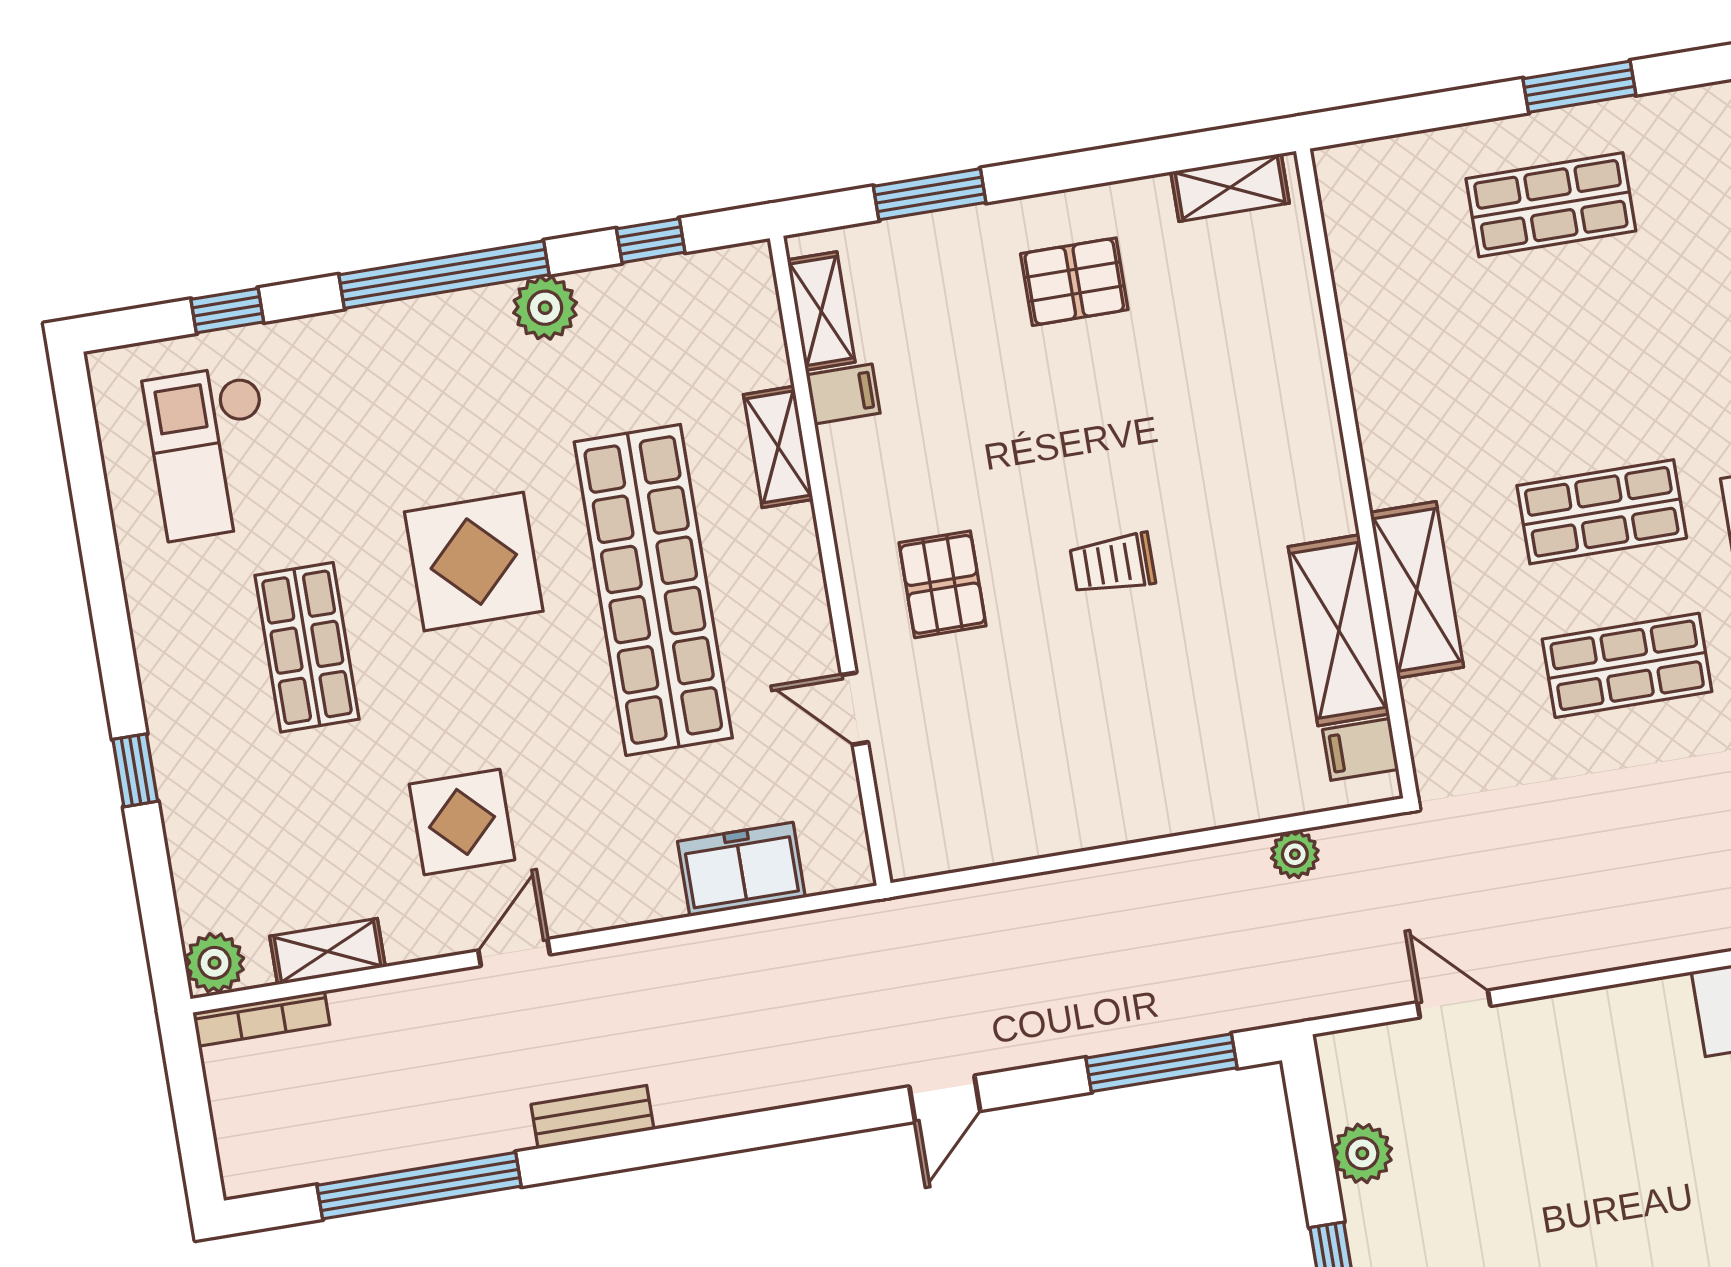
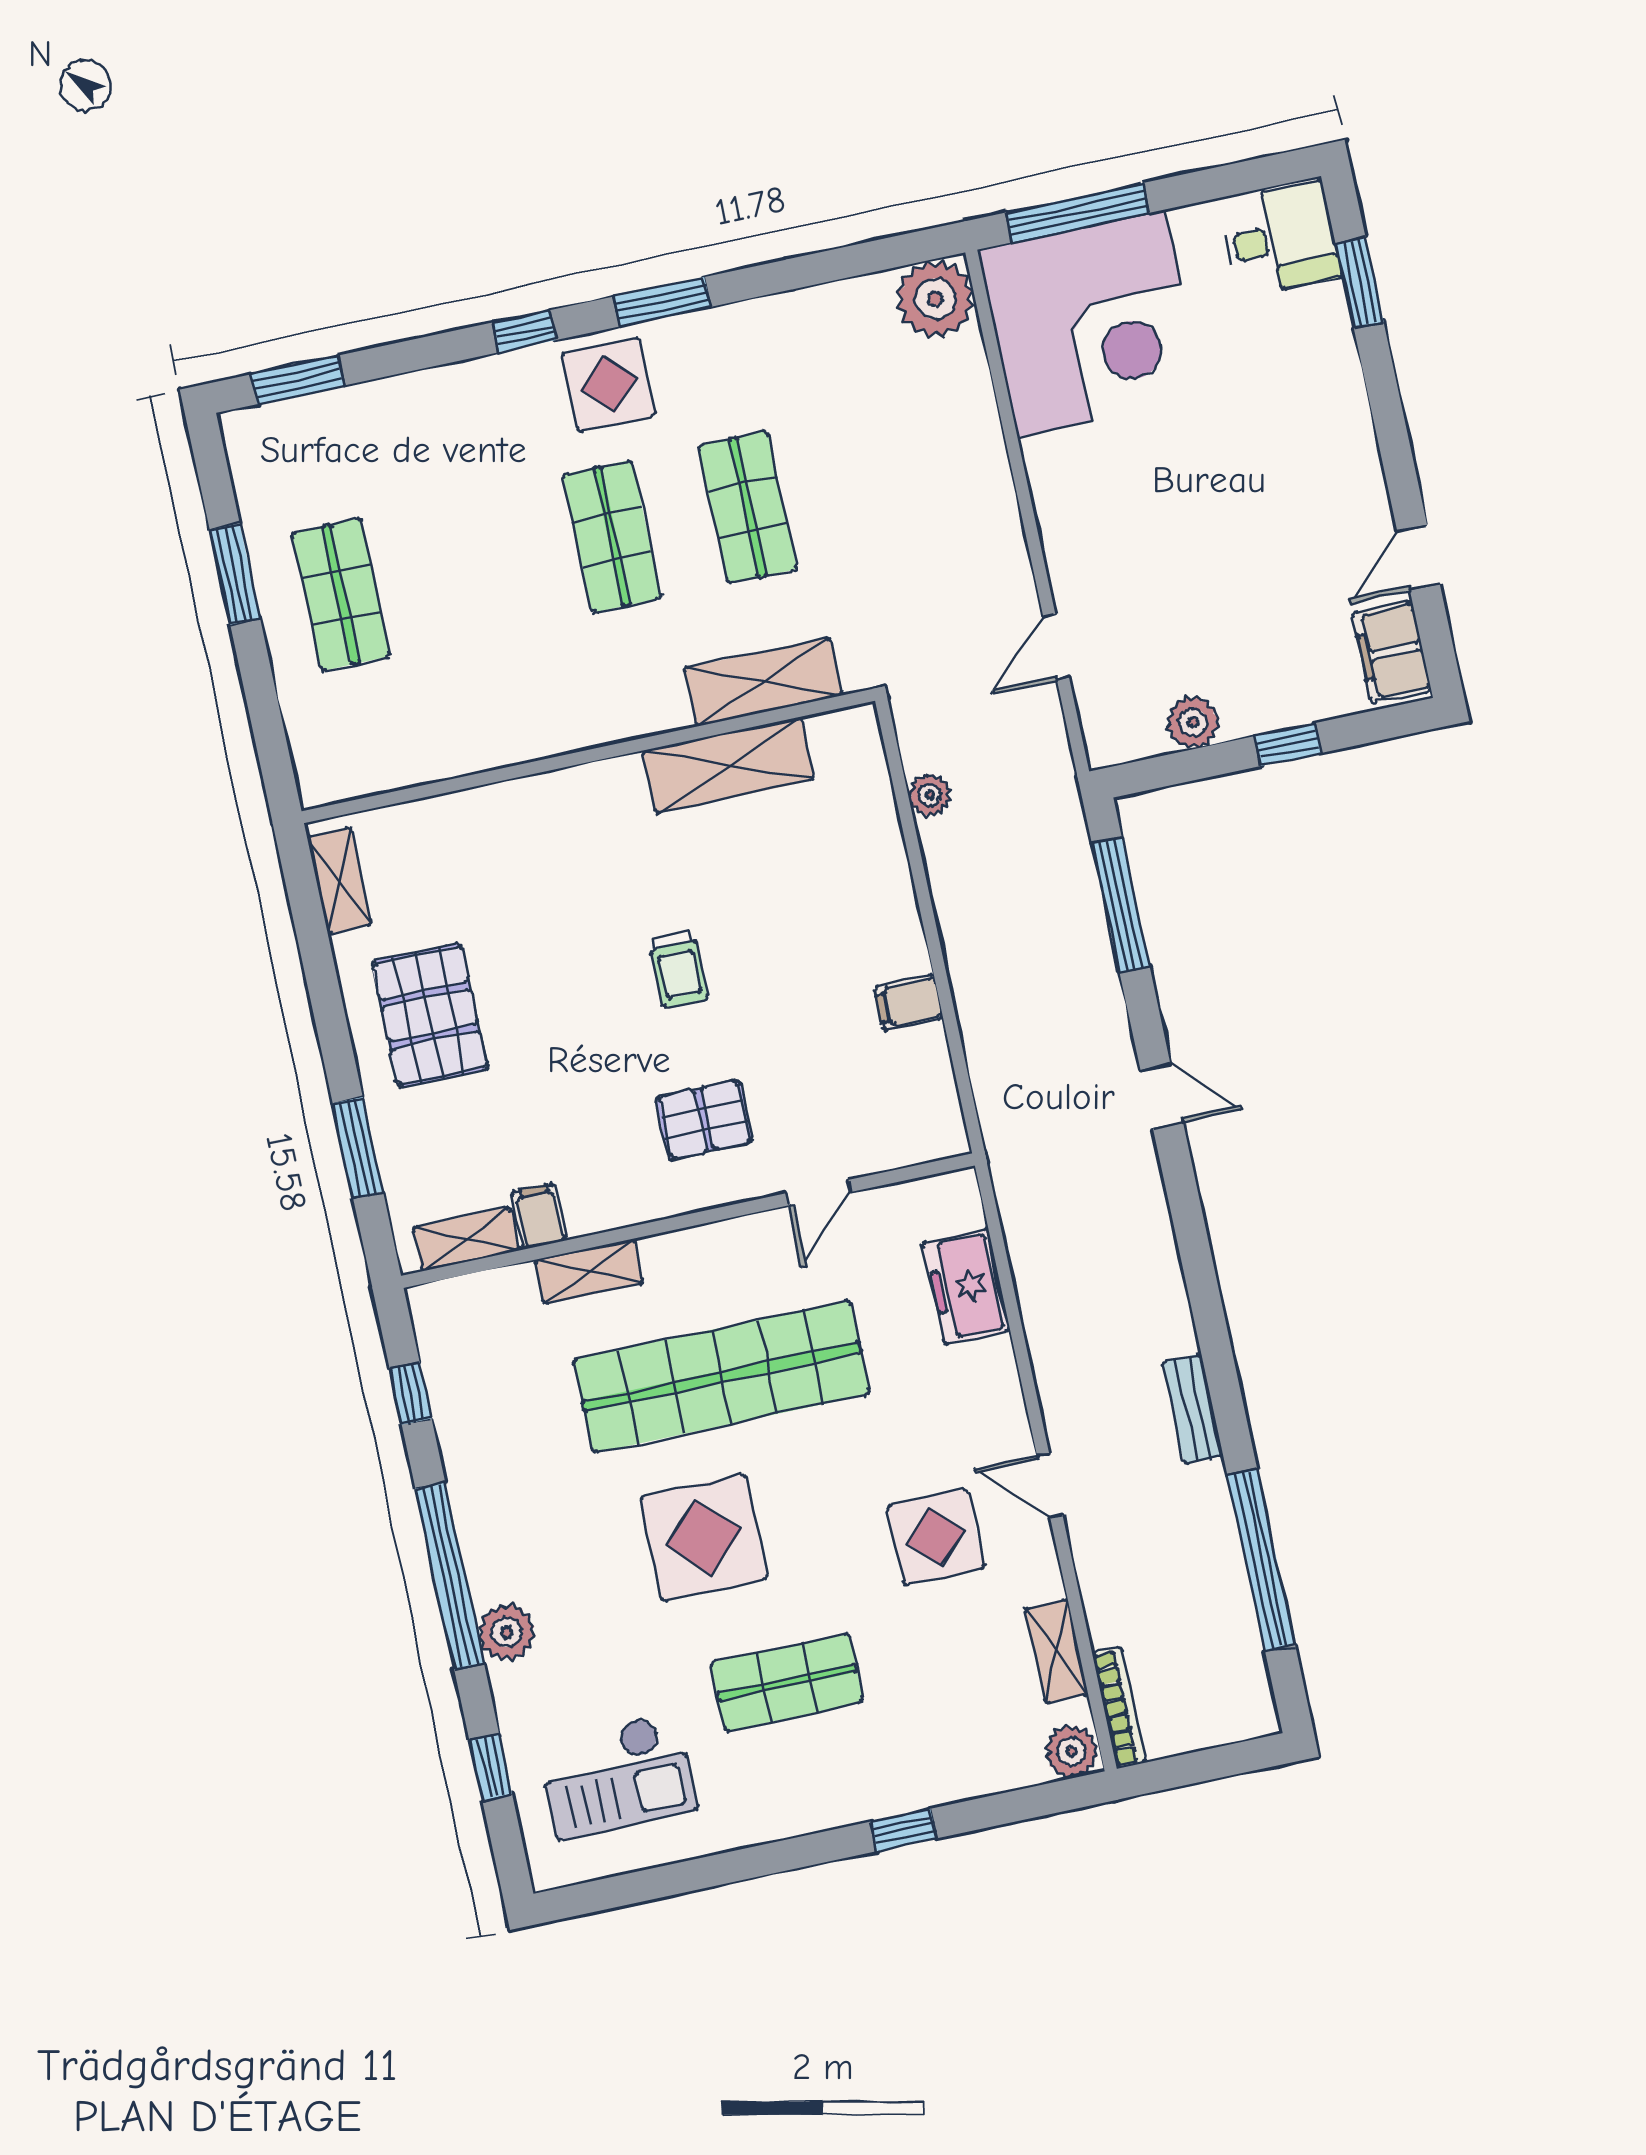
pallet: (1074, 282) -> (430, 1015), width x1.50, depth x1.42
plant: (545, 308) -> (506, 1632), moved
shelving: (1417, 590) -> (763, 682), moved
filing cabinet: (1361, 749) -> (909, 1003), moved, turned 90

